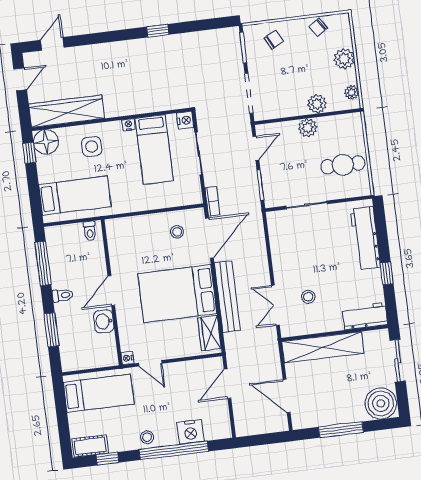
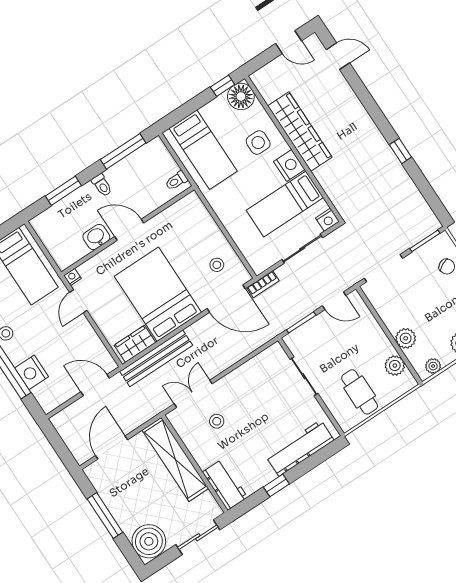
wardrobe: (67, 111) -> (300, 132), moved
nightstand: (128, 125) -> (289, 165), width x1.89, depth x1.79
plant: (308, 128) -> (395, 366), moved
bench: (227, 297) -> (156, 358), moved

